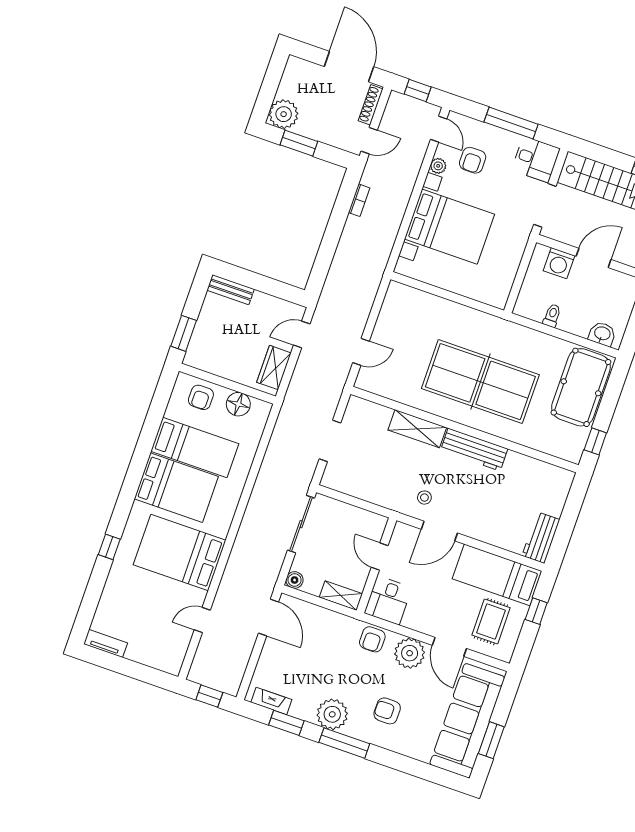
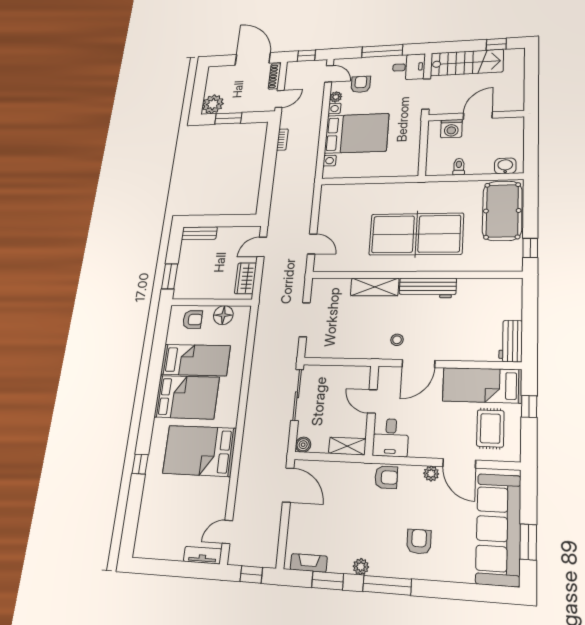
armchair: (473, 160) -> (361, 84), turned 180
door: (361, 352) -> (312, 244), hinge flipped
armchair: (201, 397) -> (193, 320), turned -90
door: (202, 620) -> (227, 532), moved
armchair: (372, 639) -> (386, 477), turned -90
tv unit: (106, 643) -> (203, 555), moved
plant: (410, 653) -> (431, 474), width x0.53, depth x0.53
armchair: (387, 711) -> (419, 542), turned 90
plant: (332, 714) -> (361, 567), width x0.53, depth x0.53

